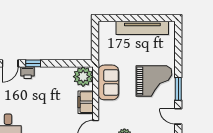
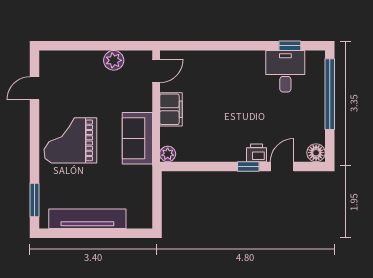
plant: (83, 77) -> (168, 154), width x0.53, depth x0.53
window: (178, 89) -> (34, 200), moved
door: (178, 116) -> (34, 88), swing flipped

